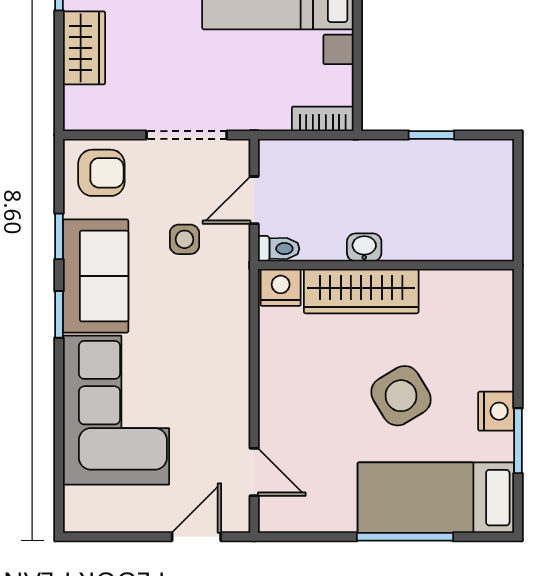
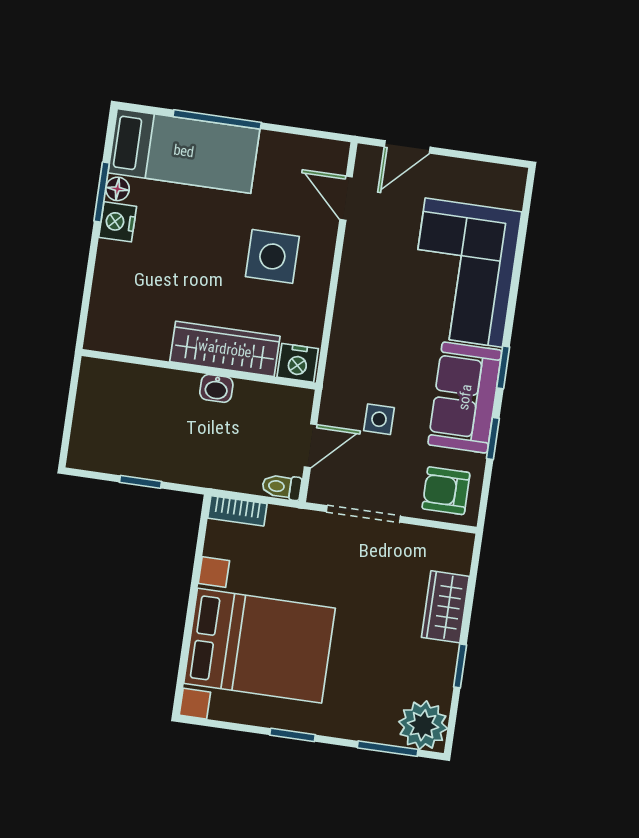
toilet: (279, 249) -> (282, 487), moved
side table: (401, 396) -> (272, 256), moved, turned 31
floor lamp: (501, 447) -> (117, 189), added

